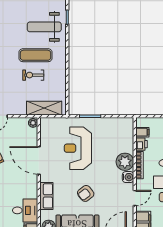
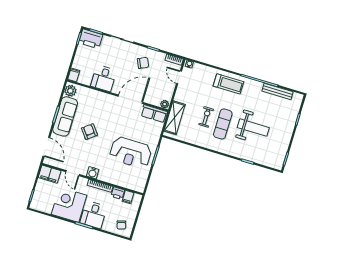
weight bench: (44, 27) -> (253, 128), moved, turned 90
reception desk: (78, 148) -> (131, 153), moved, turned 180
plant: (125, 162) -> (107, 174), removed
row of seats: (46, 196) -> (154, 114), moved
desk: (25, 210) -> (104, 78), moved

